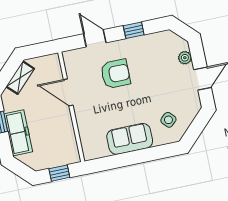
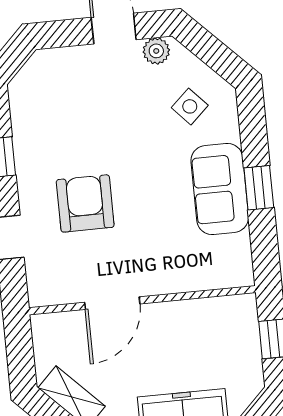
plant: (185, 58) -> (156, 51), moved
window: (132, 158) -> (259, 188), added

